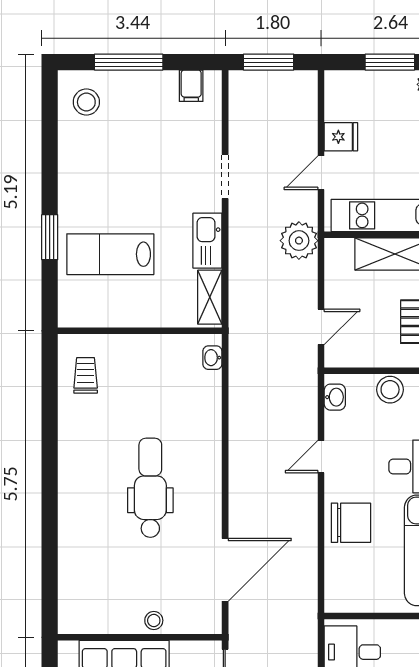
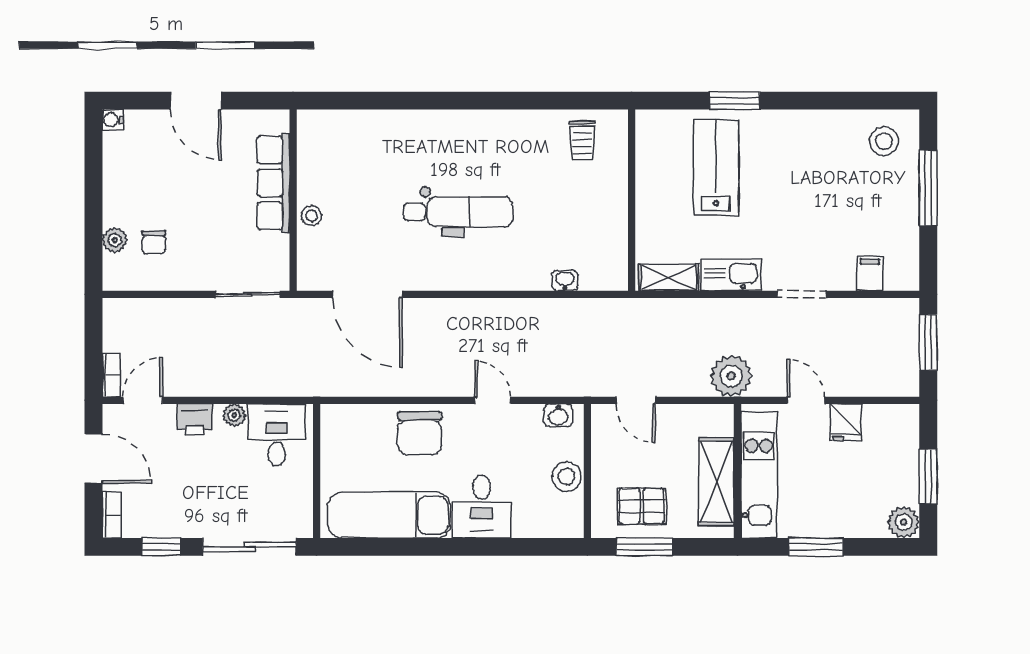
filing cabinet: (191, 86) -> (870, 273), moved, turned 90
washbasin: (212, 358) -> (565, 280), moved
trolley: (86, 375) -> (582, 140), turned 90

